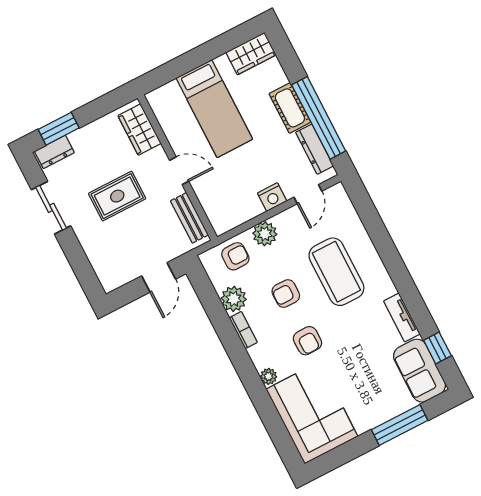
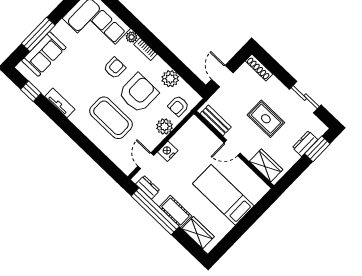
wardrobe: (251, 54) -> (198, 233), moved, turned 90
dresser: (315, 149) -> (148, 187), width x0.70
dresser: (54, 152) -> (305, 144), moved
rug: (117, 196) -> (266, 119), turned 90
shoe rack: (102, 272) -> (259, 67), added
armchair: (286, 294) -> (138, 93), width x1.88, depth x1.88
bookcase: (243, 330) -> (145, 49), moved
armchair: (307, 341) -> (115, 68), turned 91
sofa: (419, 371) -> (44, 54), moved, turned 90

